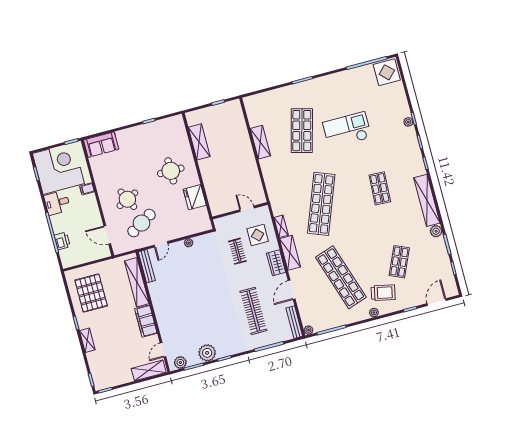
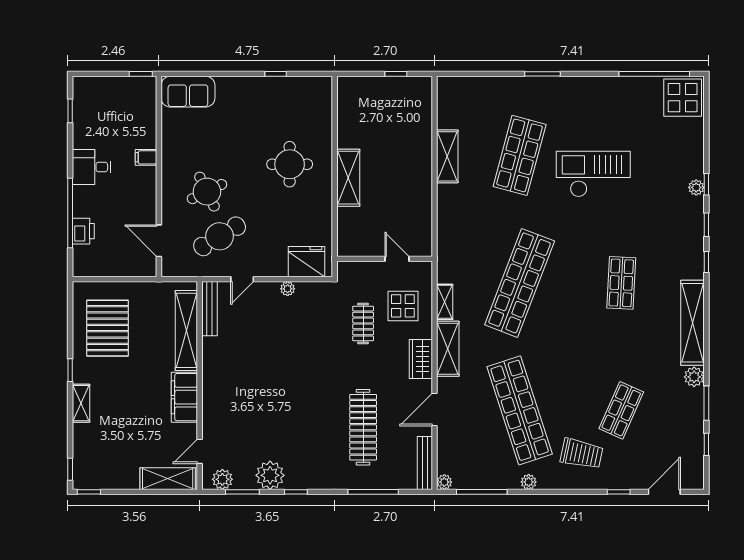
shelving: (199, 142) -> (348, 178), moved
corner desk: (58, 169) -> (108, 112), removed
fridge: (195, 197) -> (306, 262), moved, turned 90
plant: (374, 313) -> (529, 482), moved

